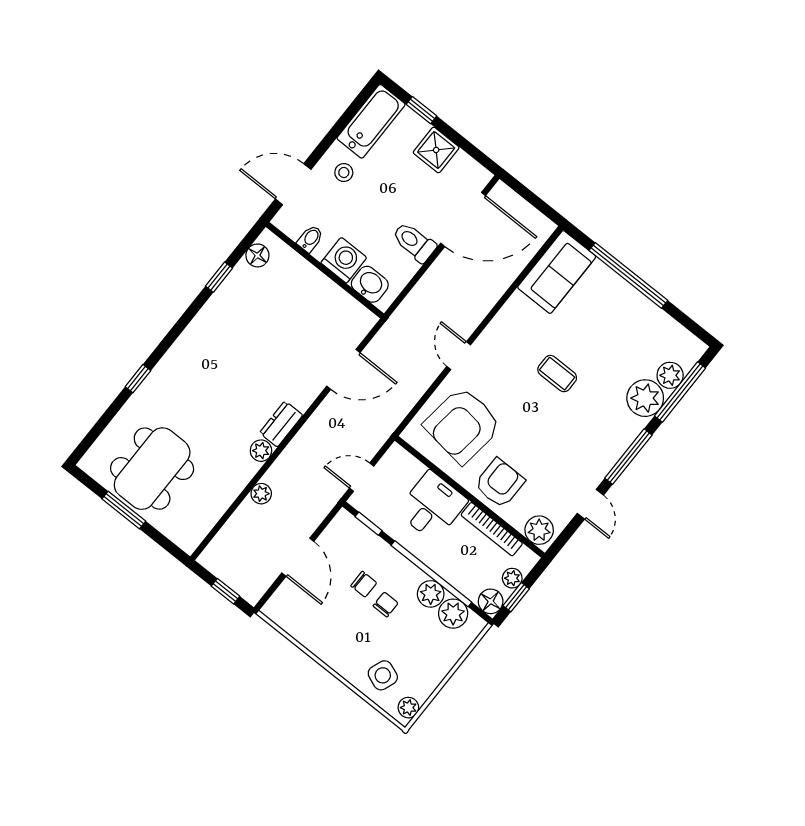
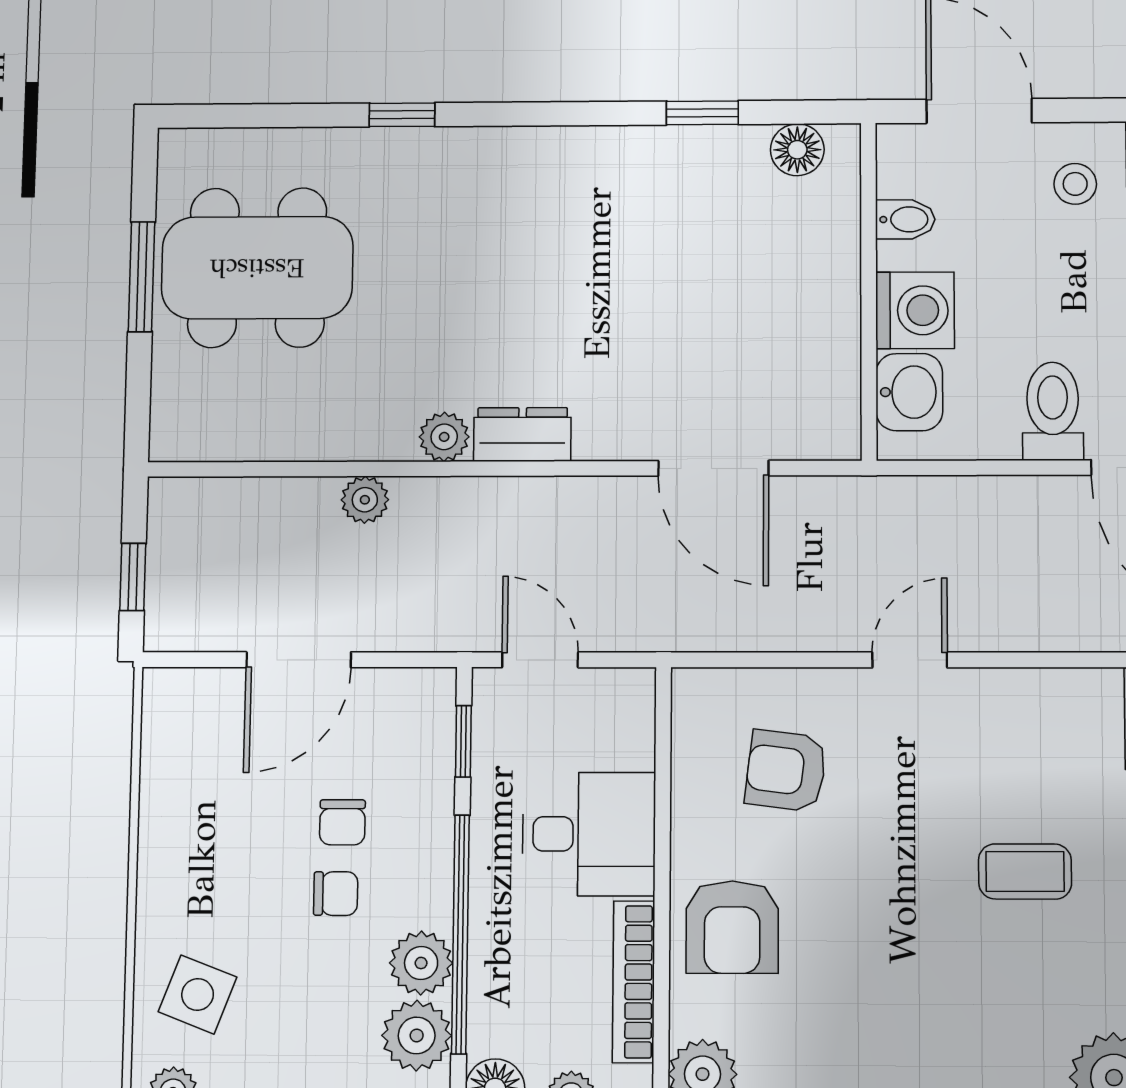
coffee table: (557, 374) -> (1025, 872), turned 90
armchair: (463, 425) -> (786, 771), width x0.53, depth x0.53
armchair: (500, 483) -> (732, 927), turned 90

